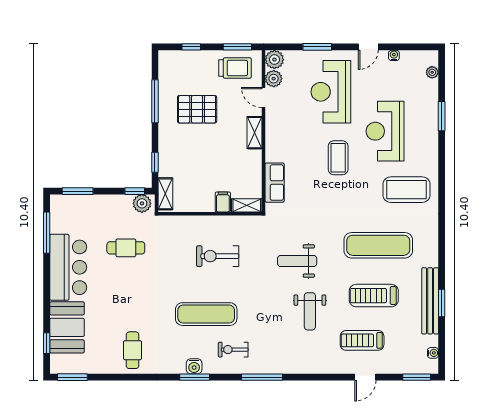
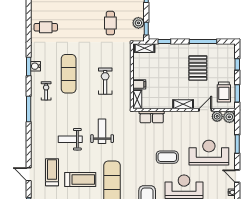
plant: (142, 203) -> (138, 23), moved
treadmill: (374, 296) -> (80, 180), turned 90

